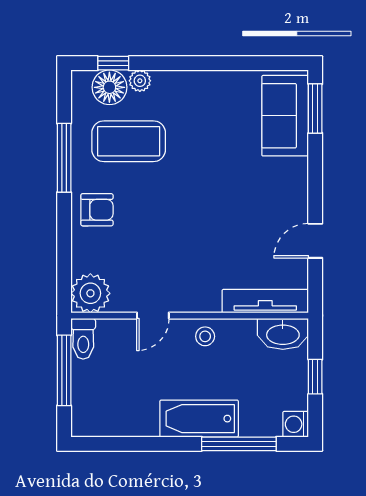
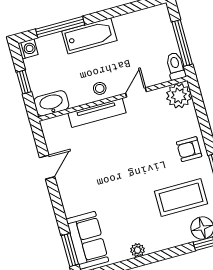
plant: (140, 81) -> (137, 250), moved
tv unit: (265, 301) -> (97, 113), moved

